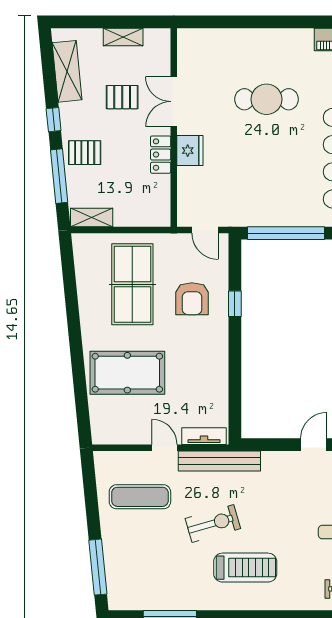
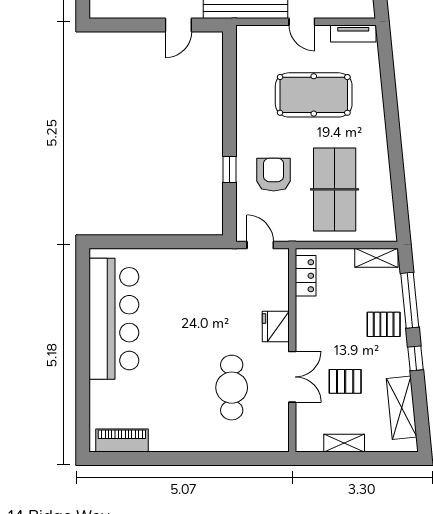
cafe table: (266, 99) -> (232, 388), moved, turned 90
locker: (161, 155) -> (306, 276), moved
window: (286, 233) -> (177, 242), removed
pool table: (127, 373) -> (314, 95), moved
tv unit: (204, 436) -> (353, 34), moved
door: (314, 445) -> (178, 25), moved

